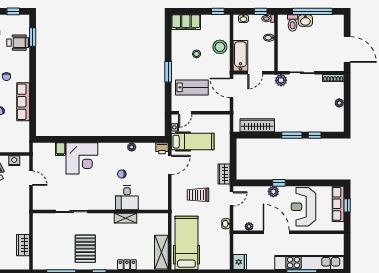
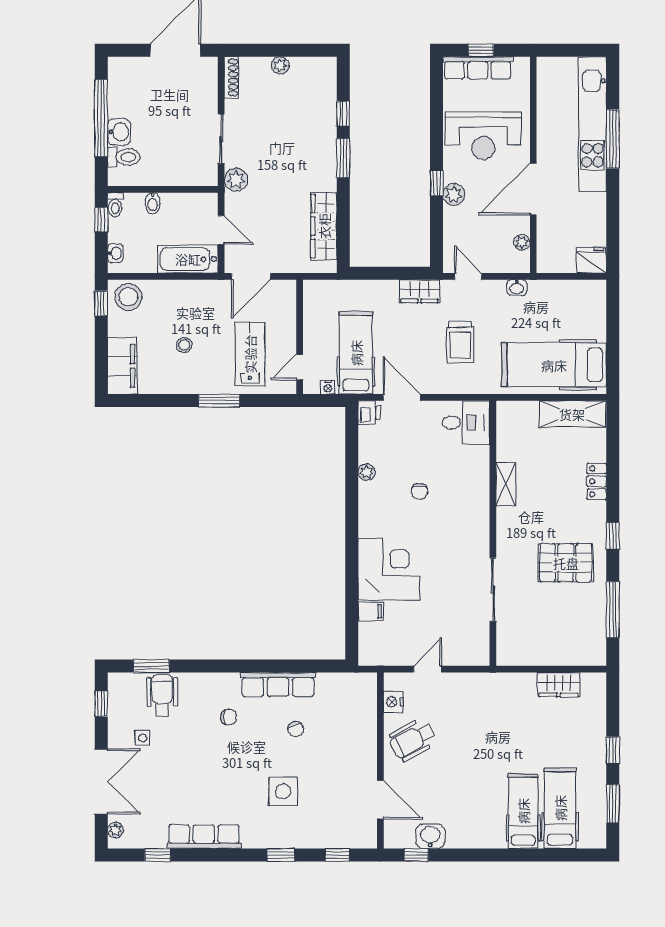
stool: (220, 47) -> (128, 297), moved
door: (185, 113) -> (300, 367), swing flipped
desk: (127, 198) -> (466, 423), moved

